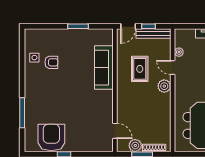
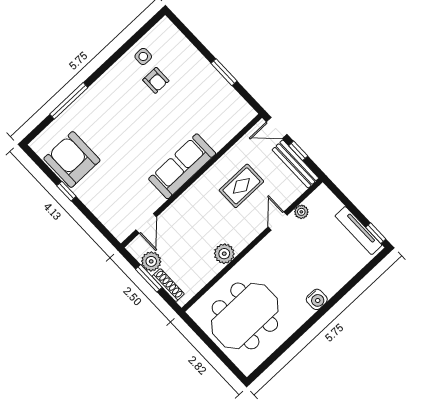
sofa: (104, 68) -> (182, 166), moved
plant: (164, 86) -> (224, 254), moved
armchair: (51, 138) -> (72, 159), turned -90

